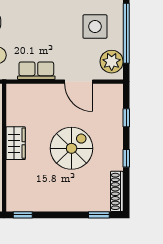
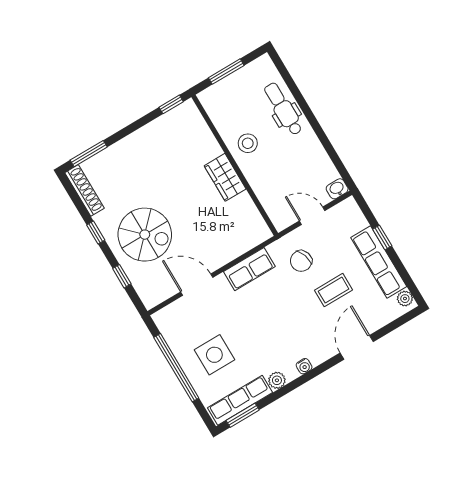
plant: (112, 62) -> (174, 328), removed
spiral stairs: (72, 148) -> (145, 235), moved, turned -90
window: (99, 215) -> (89, 154), width x1.50

